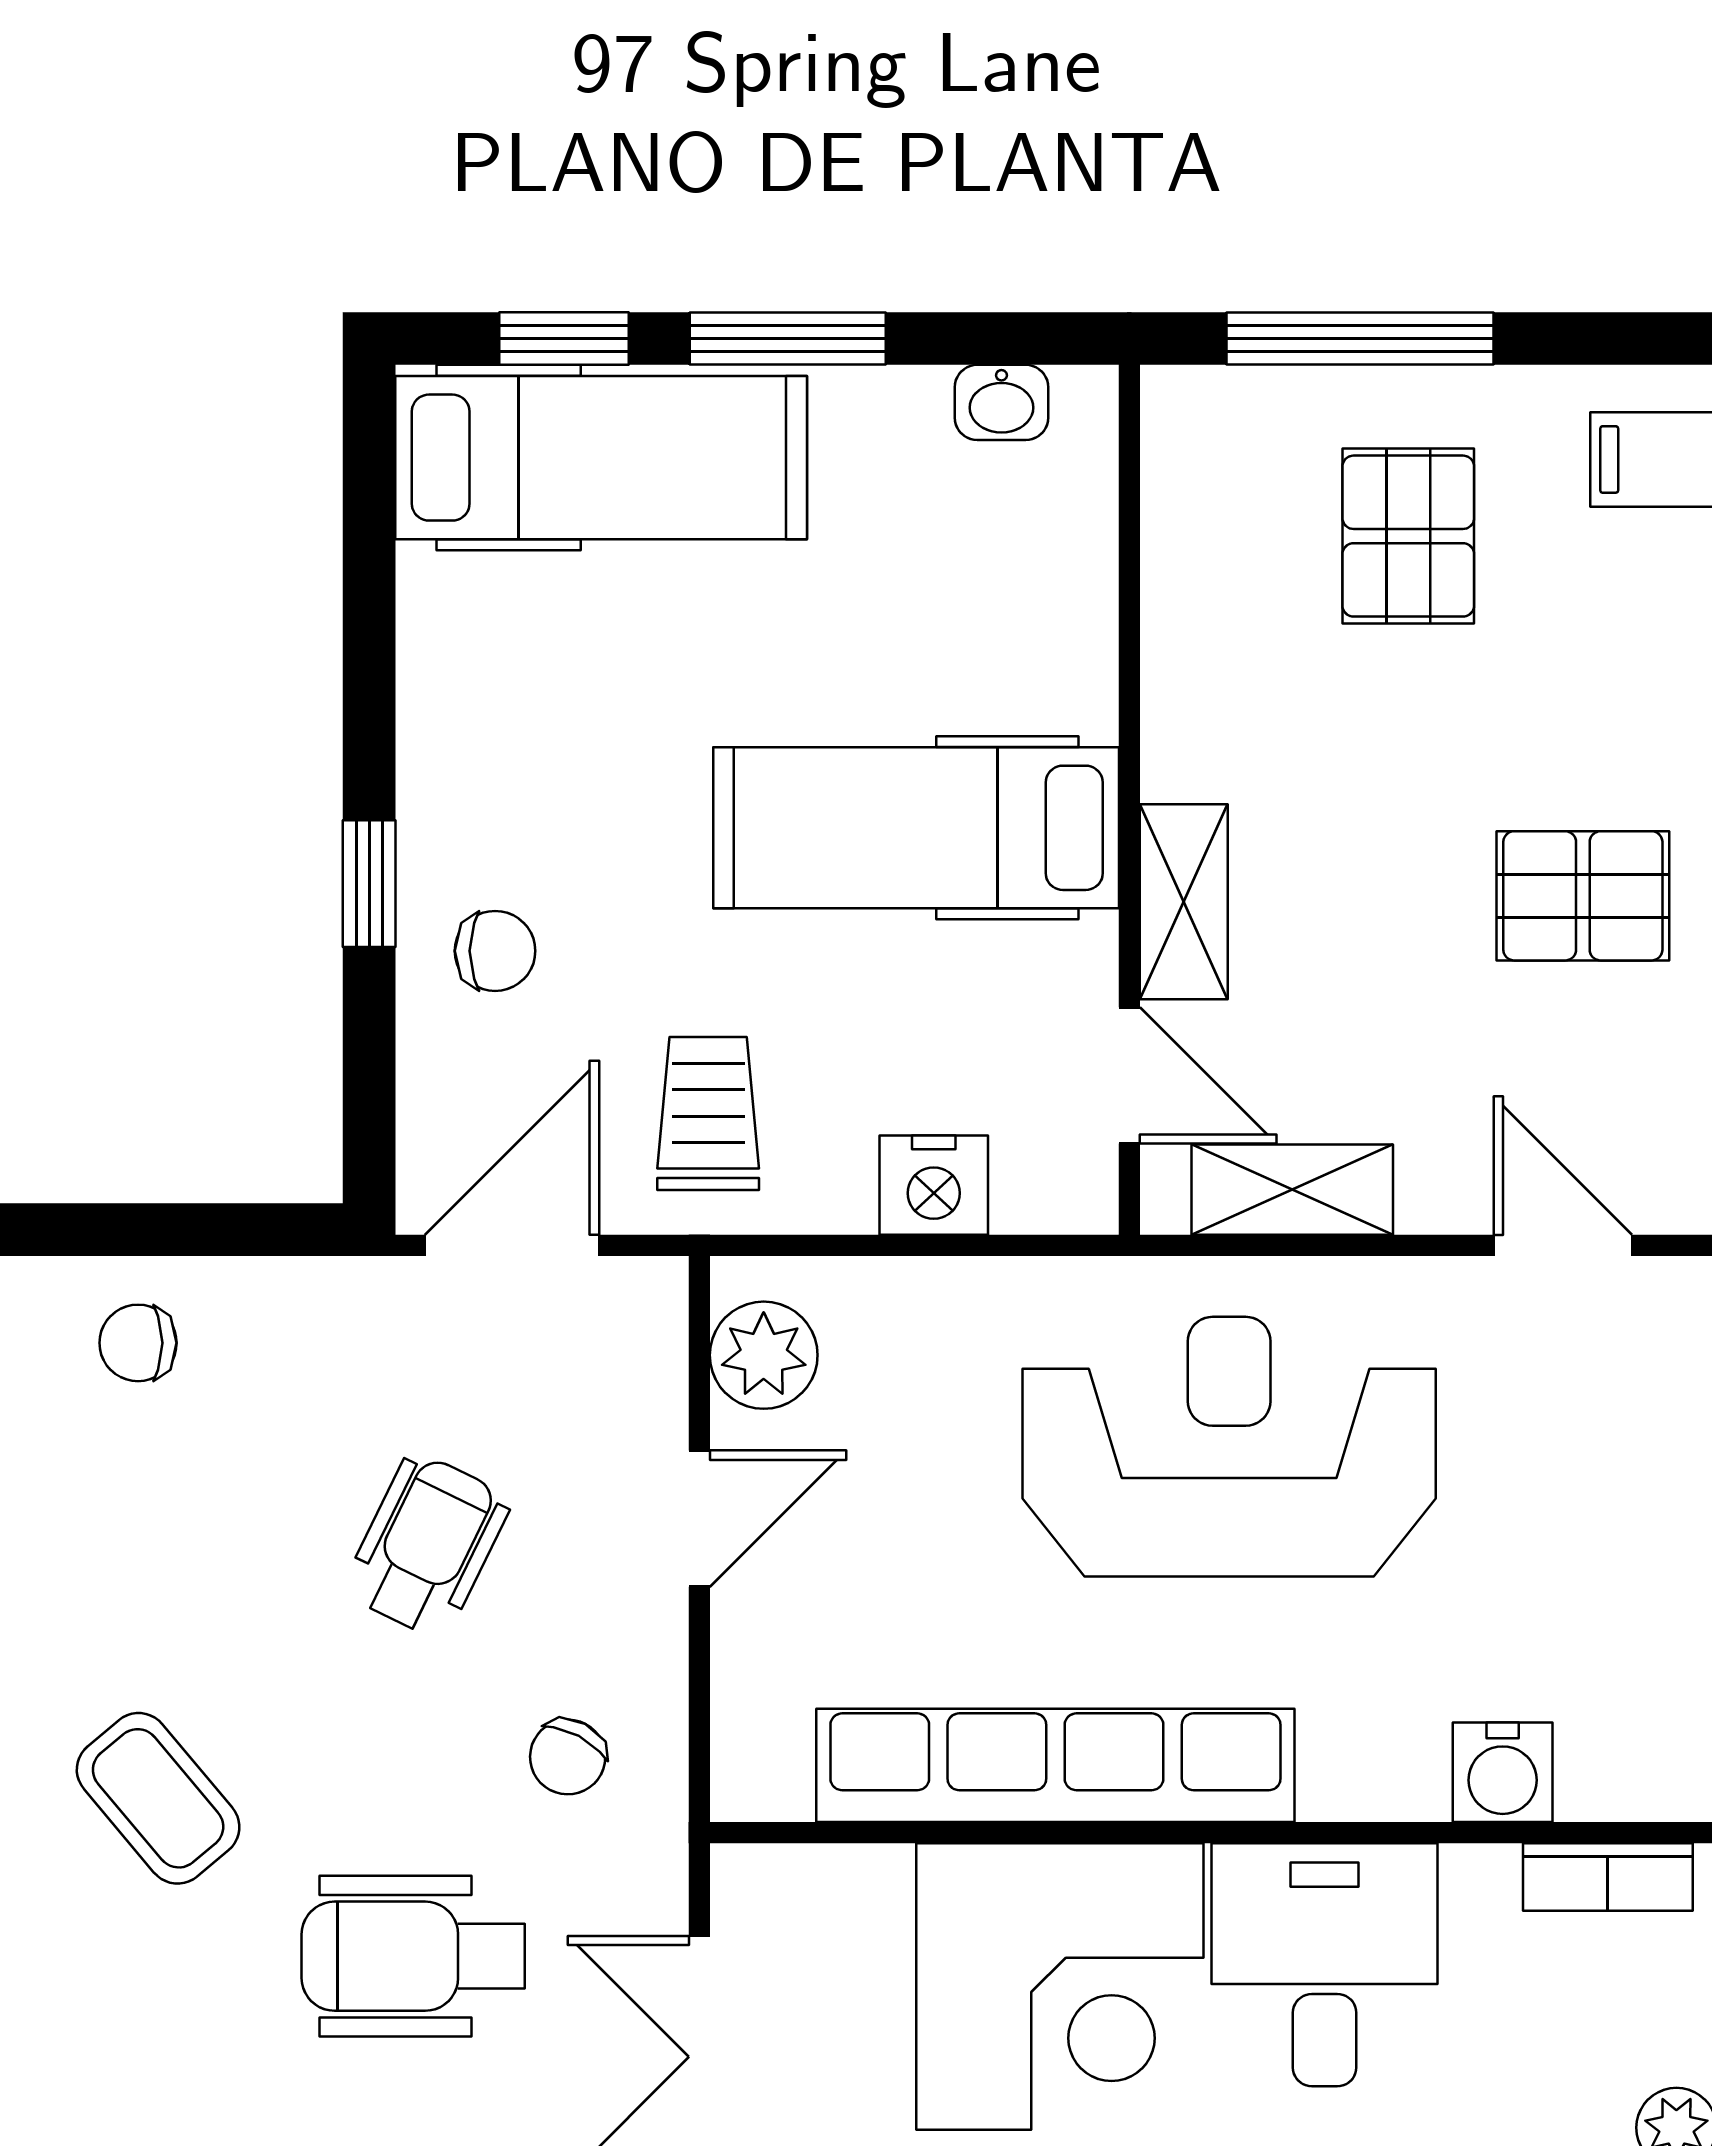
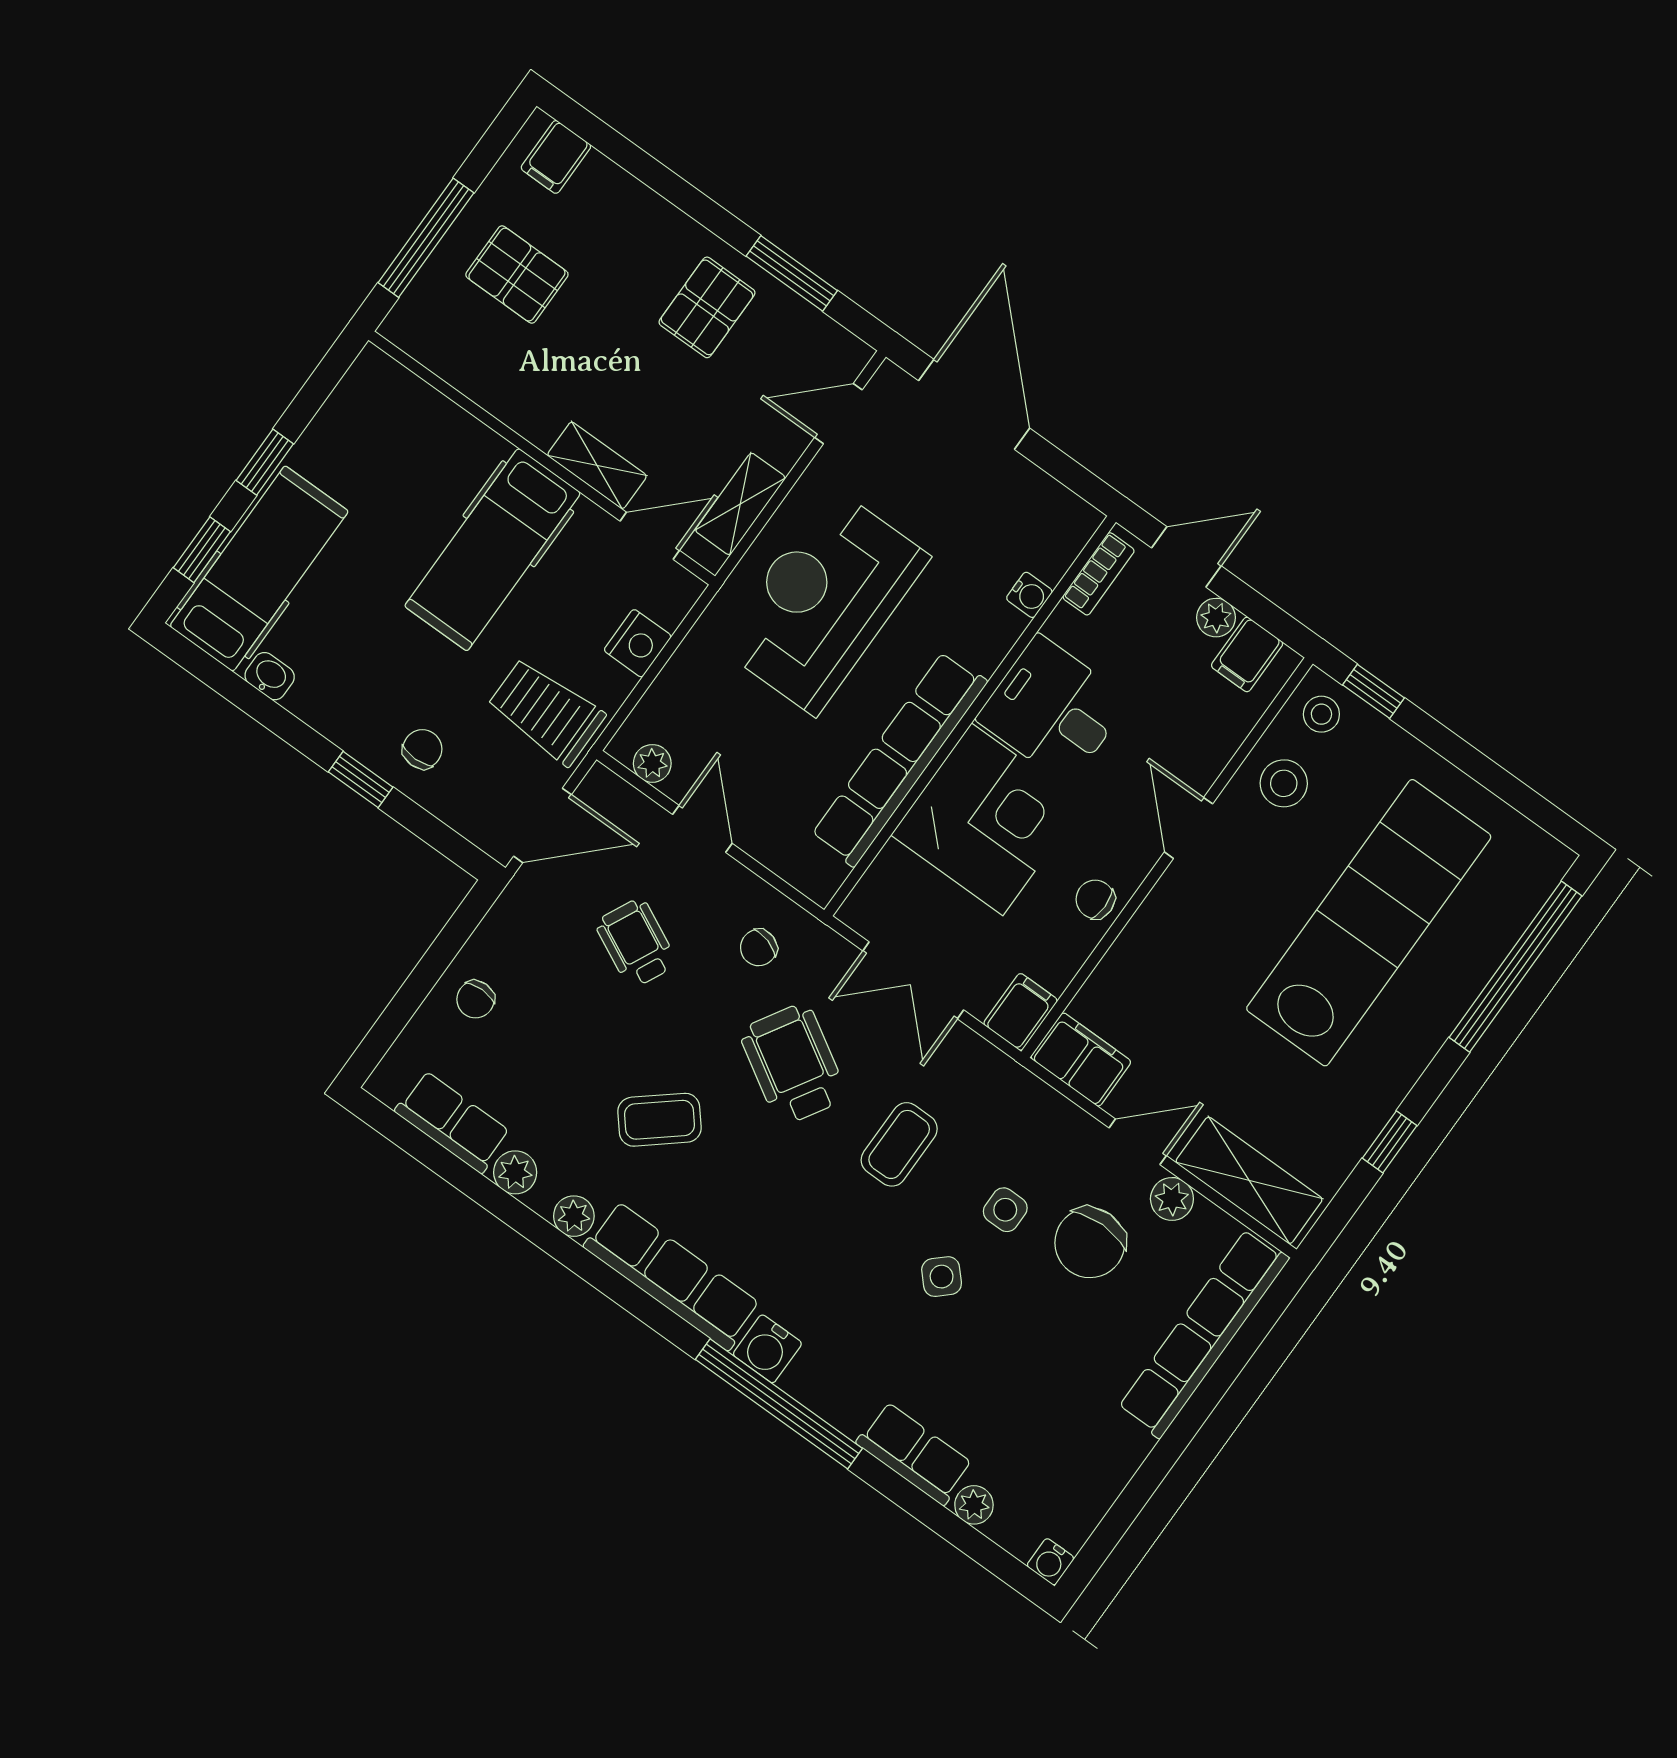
window: (788, 338) -> (265, 462), width x0.67
washbasin: (1001, 402) -> (270, 676), moved, turned -90
trolley: (708, 1114) -> (546, 711), width x1.36, depth x1.39
door: (512, 1245) -> (542, 825), swing flipped
plant: (764, 1355) -> (652, 763), width x0.73, depth x0.73
chair: (568, 1757) -> (759, 948), turned 79
water cooler: (1503, 1772) -> (1029, 595), width x0.72, depth x0.72
wheelchair: (413, 1956) -> (793, 1064), turned 121

